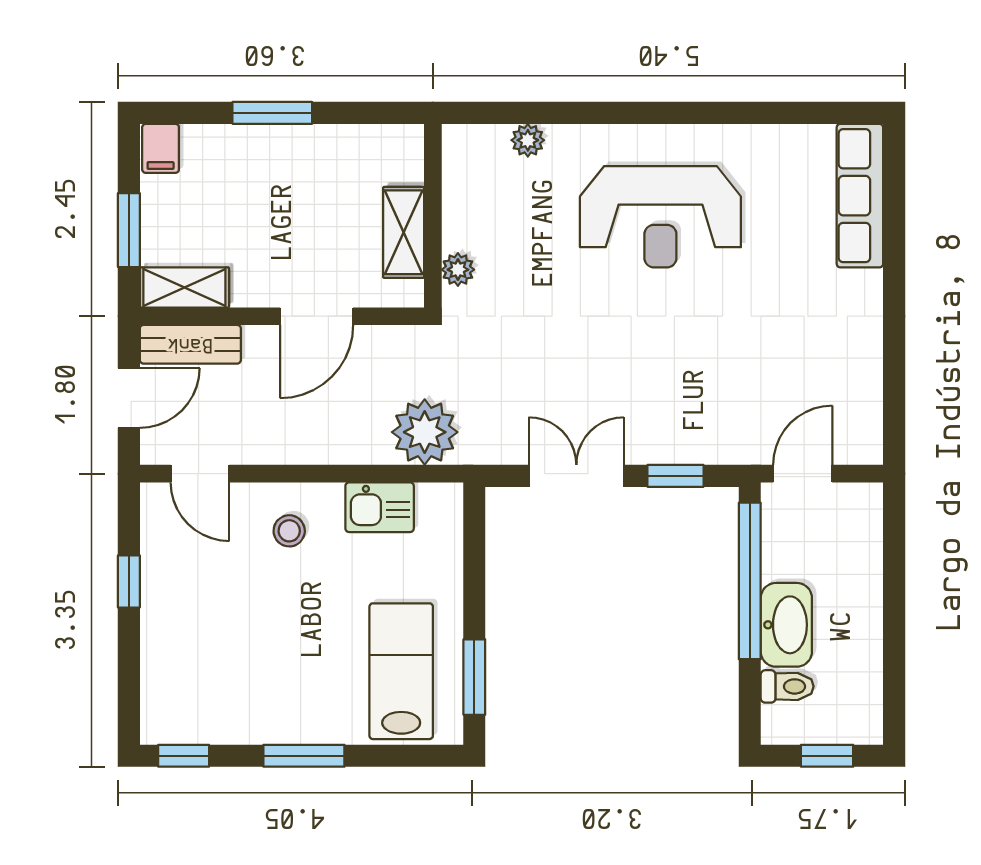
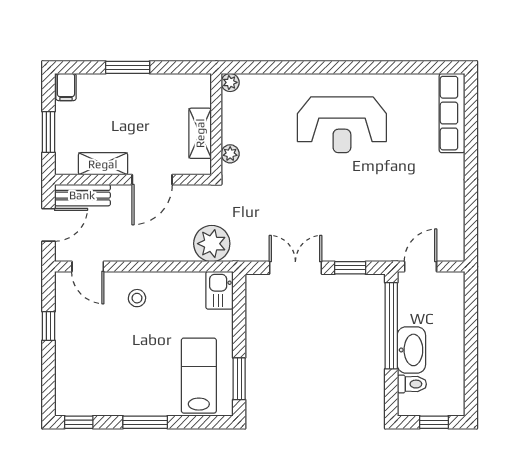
plant: (528, 140) -> (230, 82), moved
shelving: (184, 287) -> (103, 164), moved
kitchen sink: (380, 507) -> (219, 290), moved, turned 90

